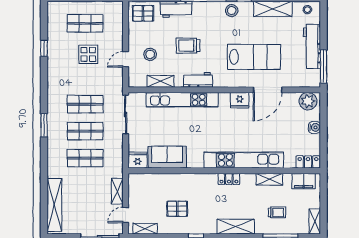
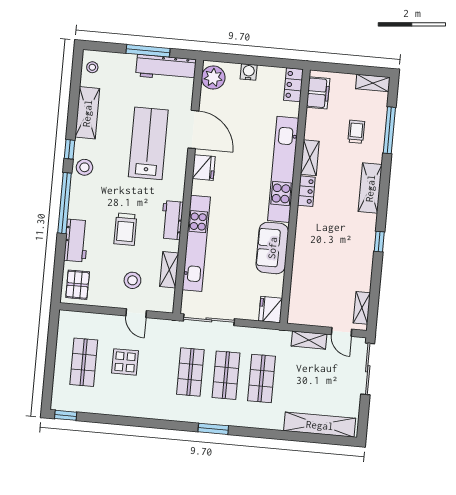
workbench: (312, 47) -> (166, 68), moved
window: (44, 48) -> (66, 415), moved
window: (324, 66) -> (148, 51), moved
sofa: (167, 157) -> (272, 248), moved
shelving: (269, 179) -> (310, 158), moved
pallet: (177, 209) -> (339, 263), removed

